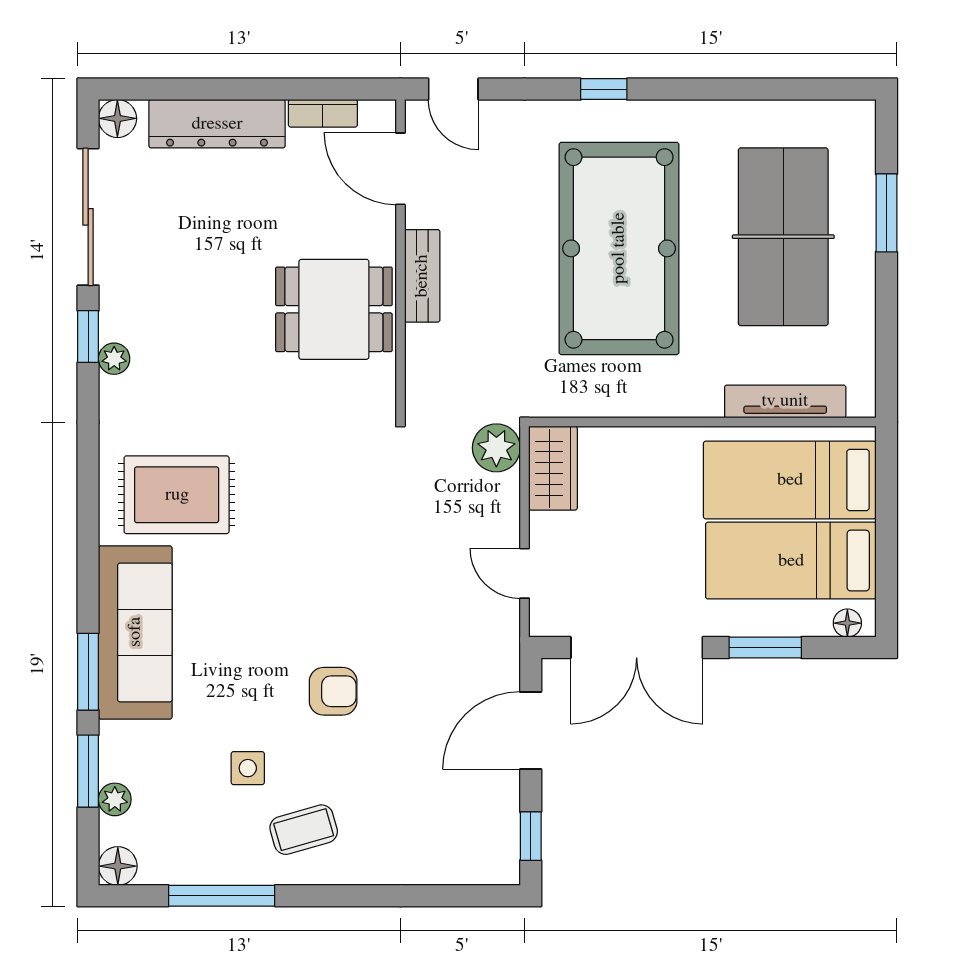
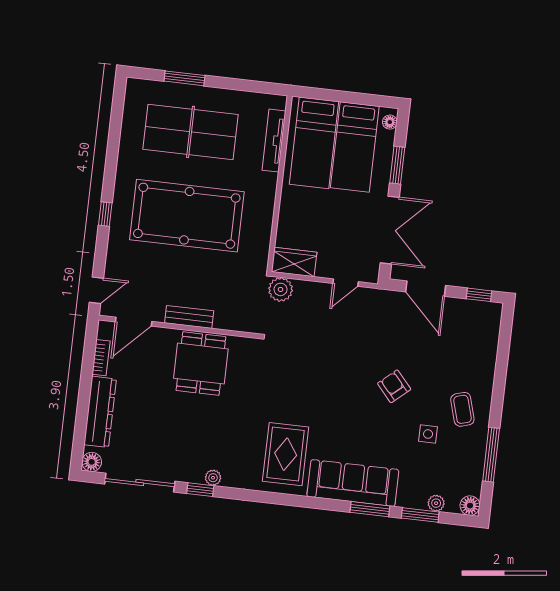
armchair: (333, 691) -> (394, 386), turned -41

